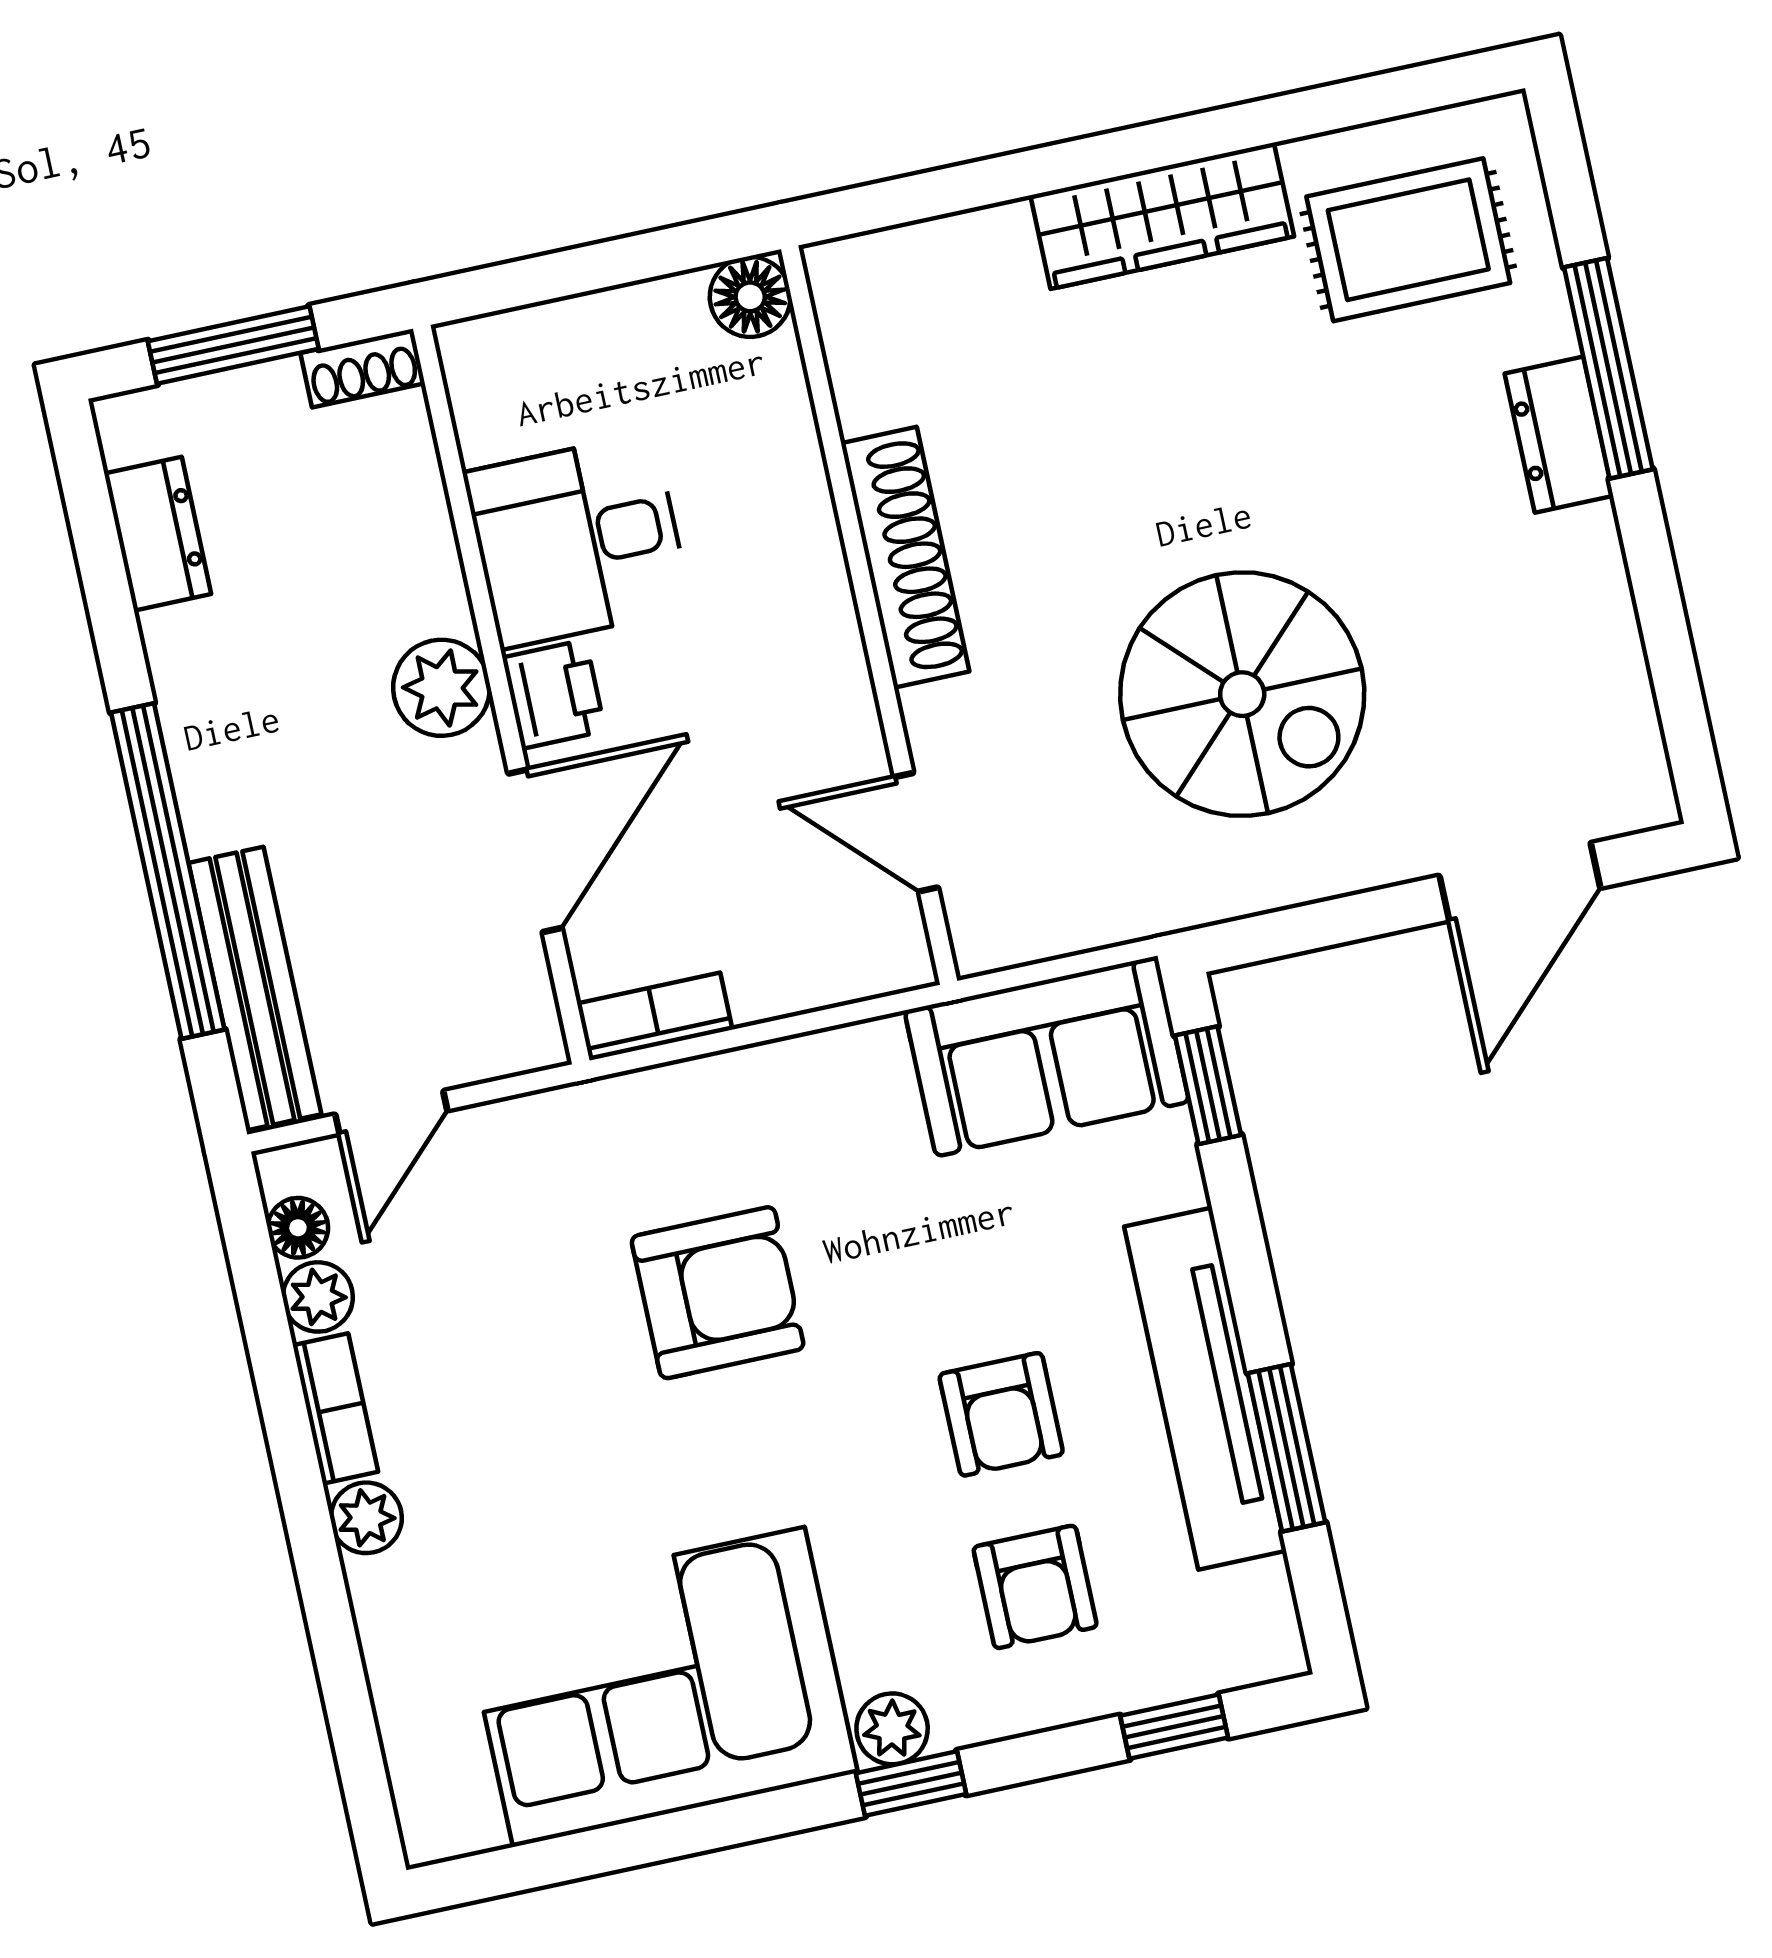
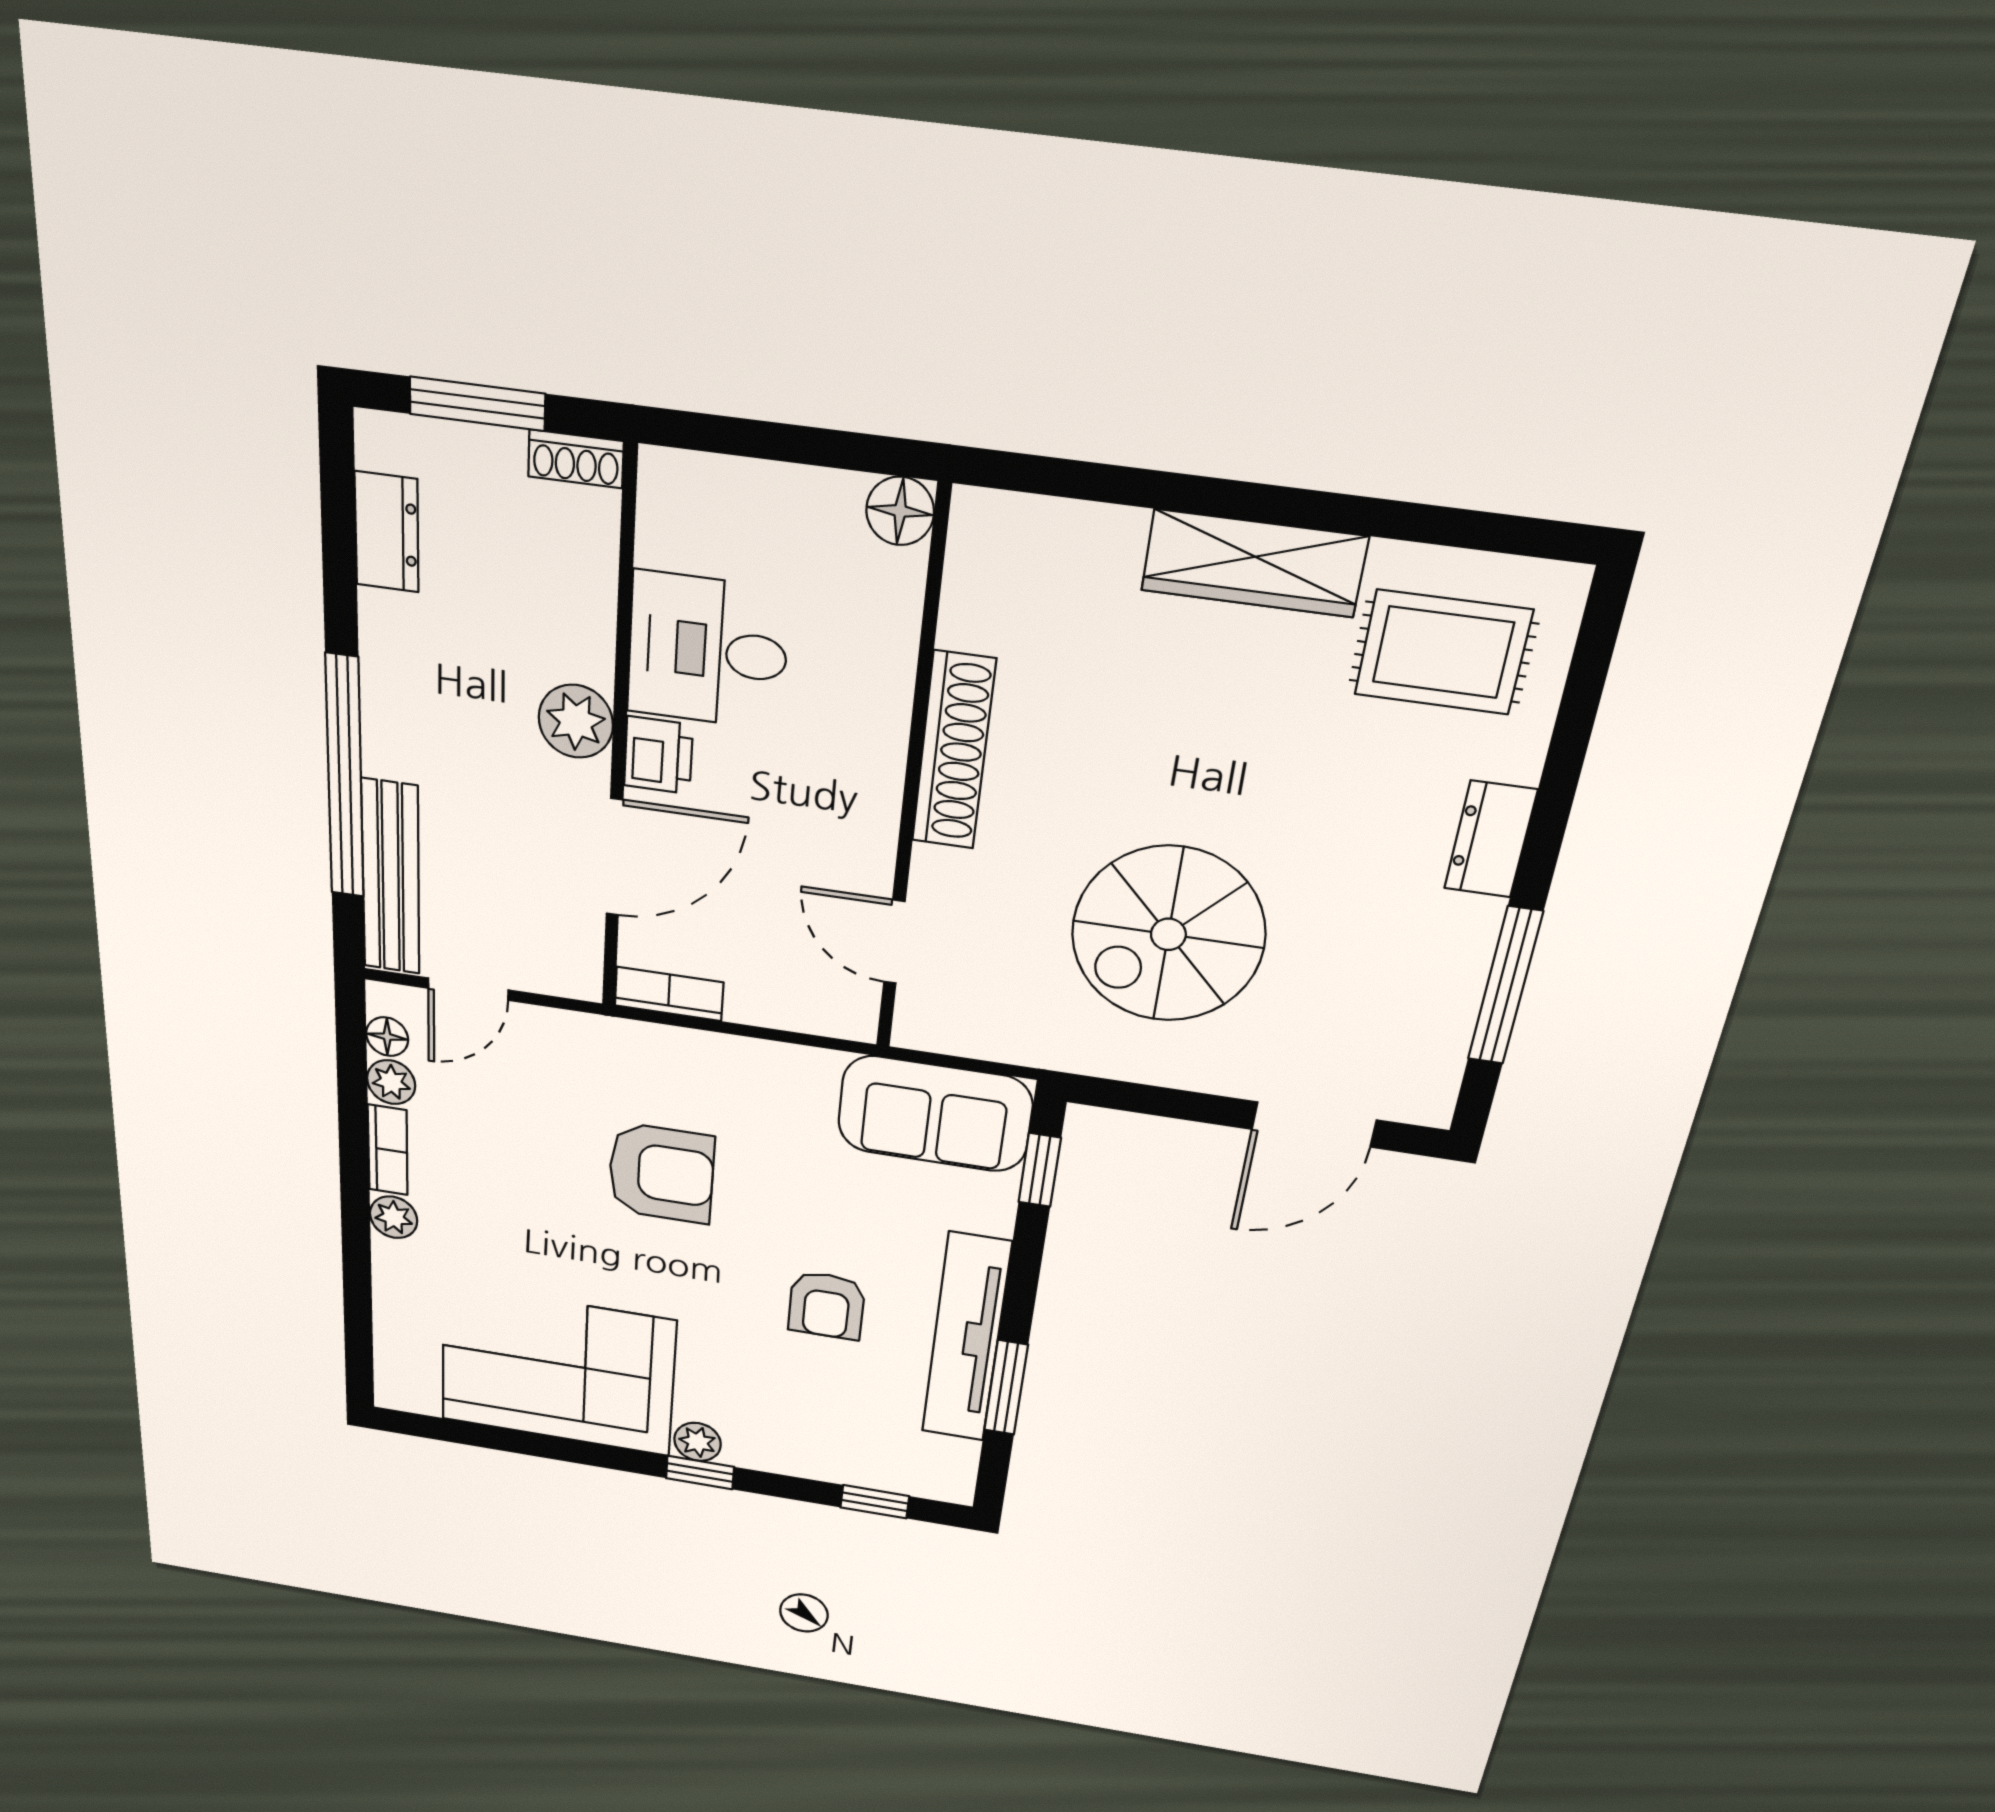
window: (1608, 368) -> (1505, 986), moved
spiral stairs: (1242, 694) -> (1168, 934), turned 90
armchair: (1035, 1587) -> (814, 1403), removed

